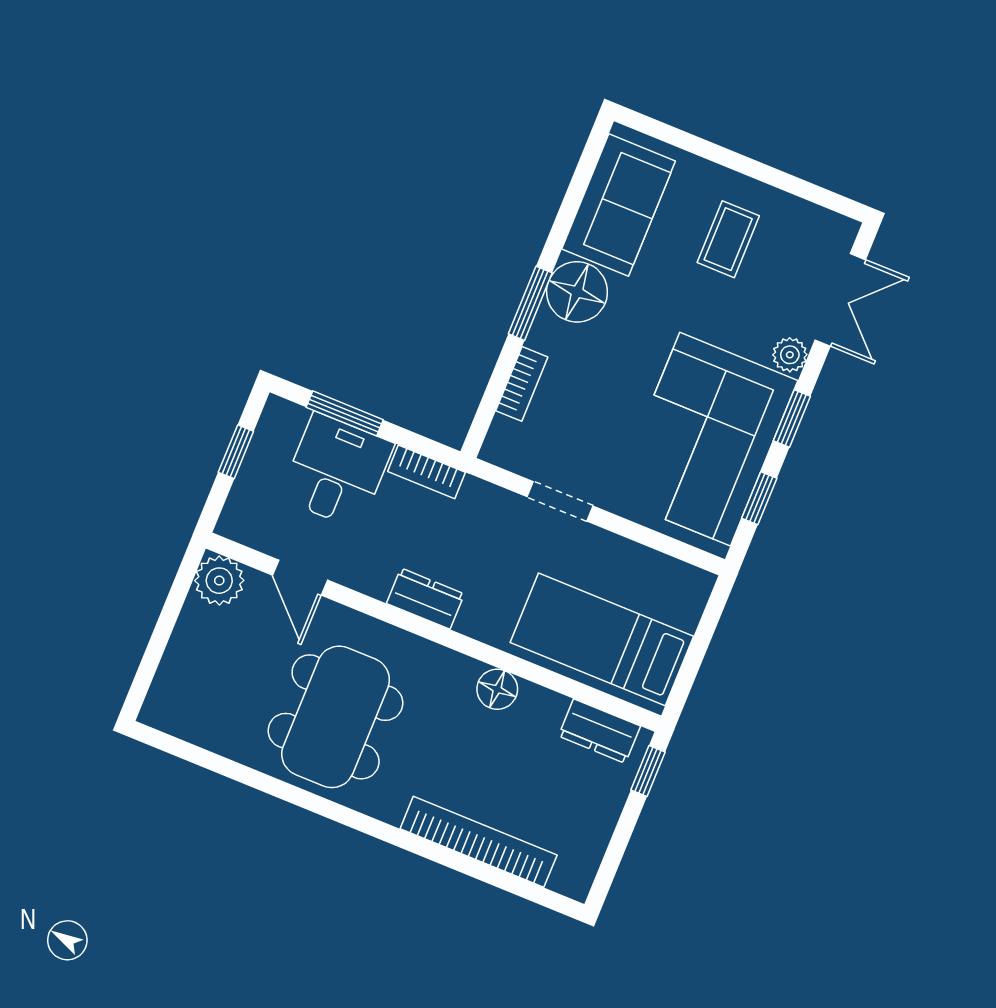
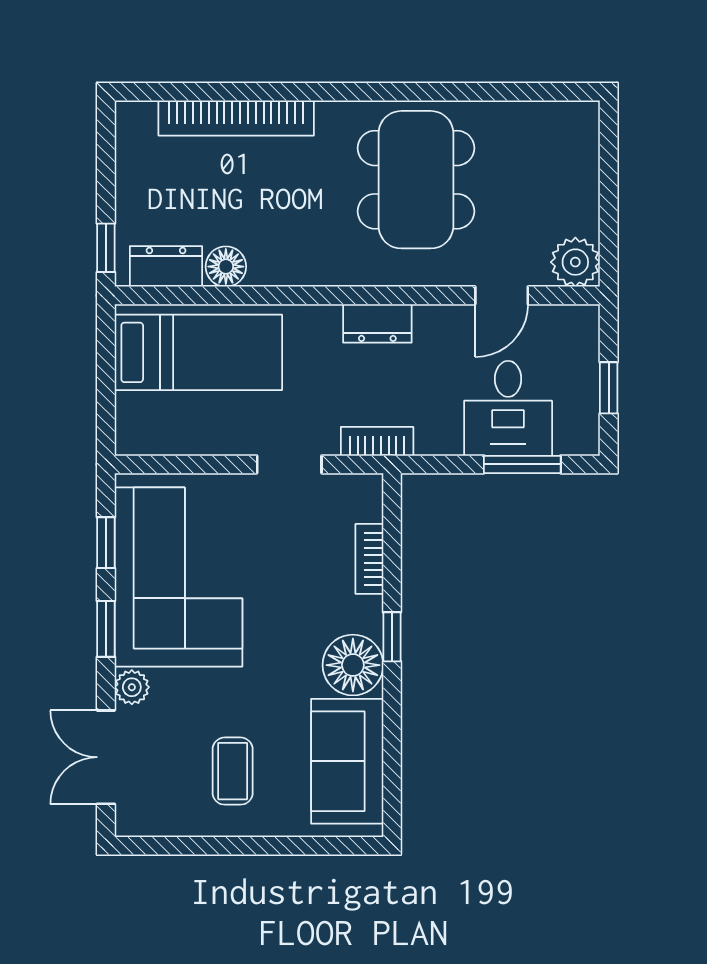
window: (530, 303) -> (392, 637), width x0.67
bookcase: (427, 472) -> (377, 441), moved
door: (300, 578) -> (502, 295), swing flipped
floor lamp: (497, 689) -> (226, 267), moved

